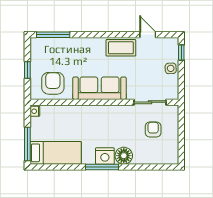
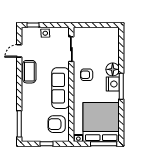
armchair: (153, 130) -> (87, 75), moved
bed: (56, 153) -> (101, 122), width x2.04

